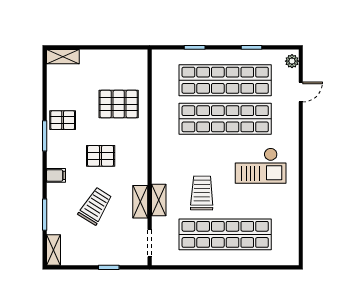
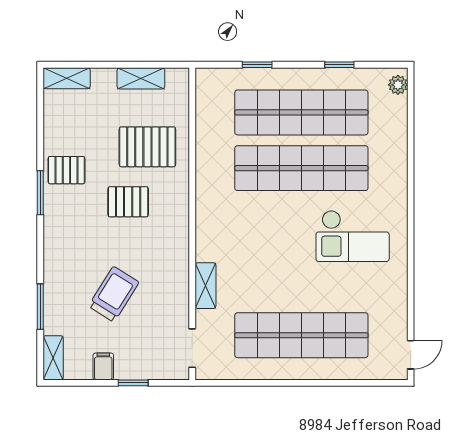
door: (301, 92) -> (411, 355), moved
pallet: (101, 156) -> (128, 202), moved
filing cabinet: (56, 175) -> (103, 366), moved, turned -90
trolley: (202, 193) -> (268, 275), removed
shelving: (140, 202) -> (141, 78), moved, turned 90

